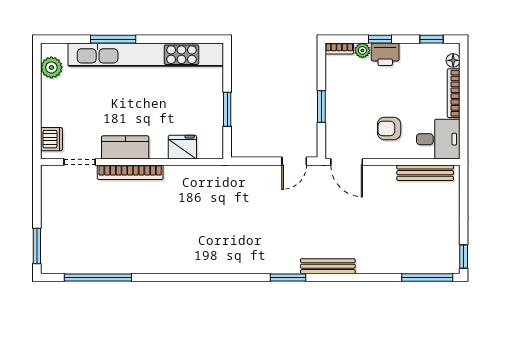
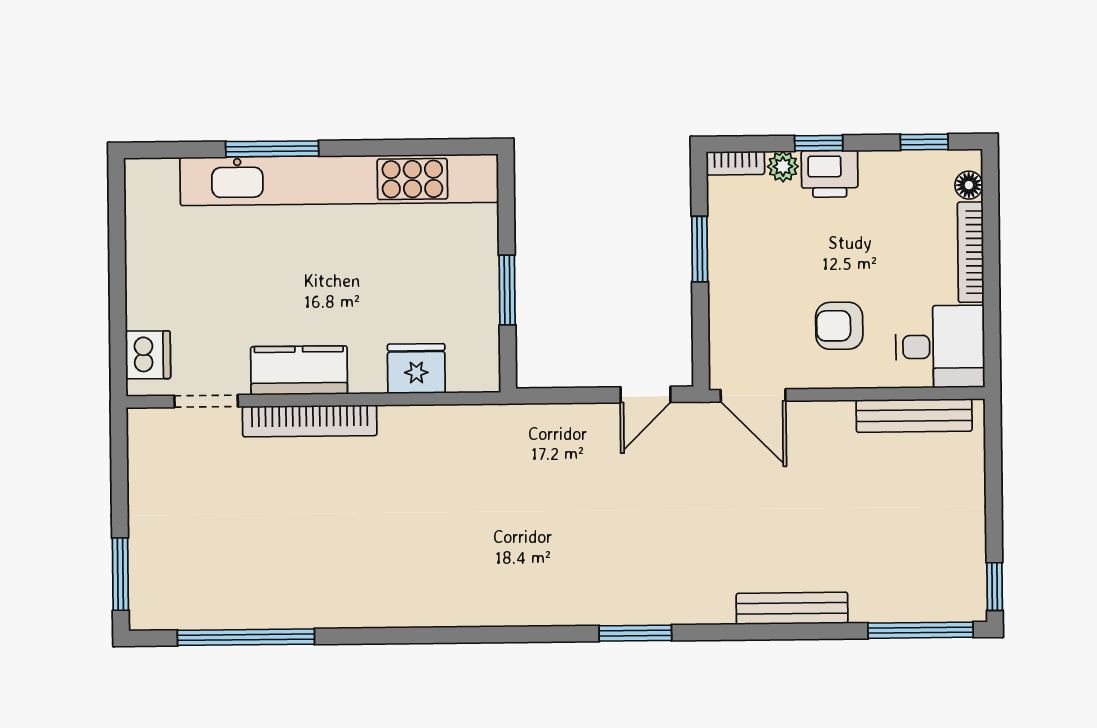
plant: (51, 67) -> (146, 208), removed
window: (321, 107) -> (700, 249), moved
bench: (328, 266) -> (792, 608), moved

